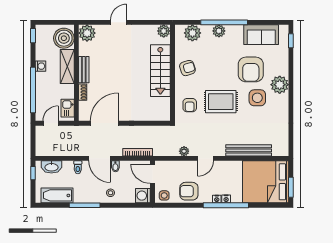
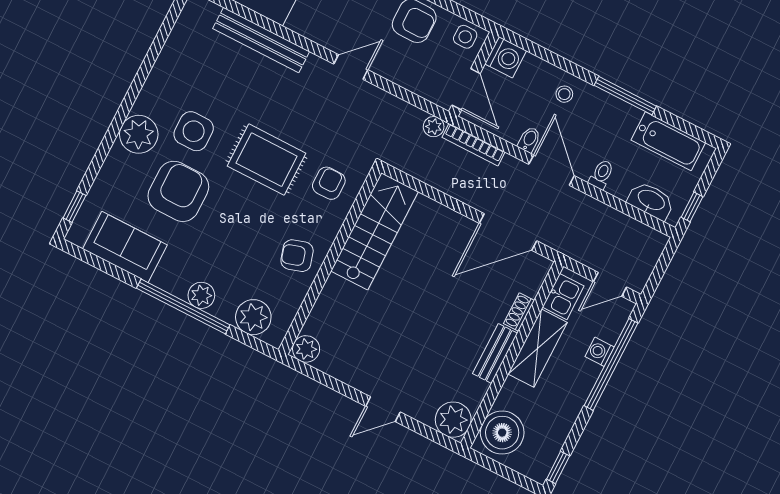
washing machine: (40, 66) -> (600, 352), moved
shelving: (67, 66) -> (538, 348), moved
stairs: (160, 71) -> (374, 231), moved
plant: (184, 151) -> (434, 127), moved

